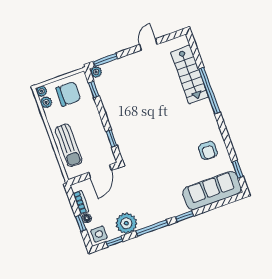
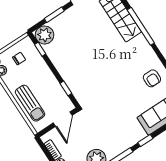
window: (105, 60) -> (54, 15), moved
plant: (96, 72) -> (45, 35), width x1.88, depth x1.88
chair: (68, 94) -> (19, 59), width x0.54, depth x0.54

